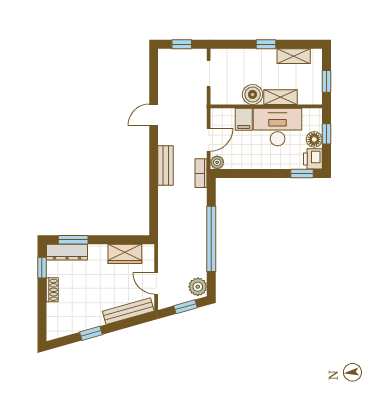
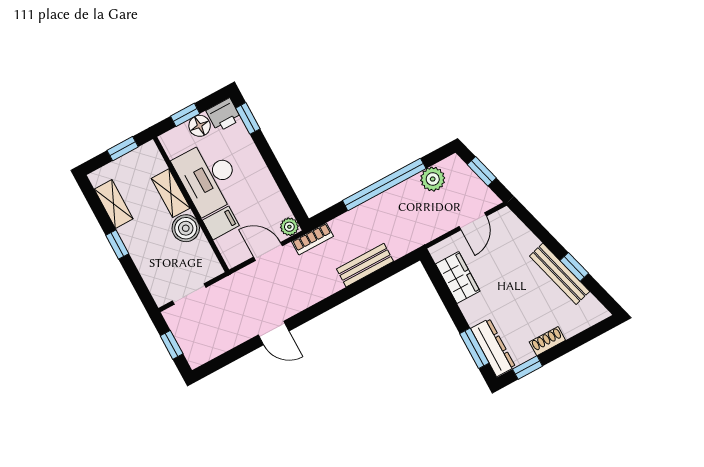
bench: (166, 165) -> (365, 265), moved
plant: (198, 287) -> (433, 179), moved
bench: (128, 311) -> (560, 274), moved

